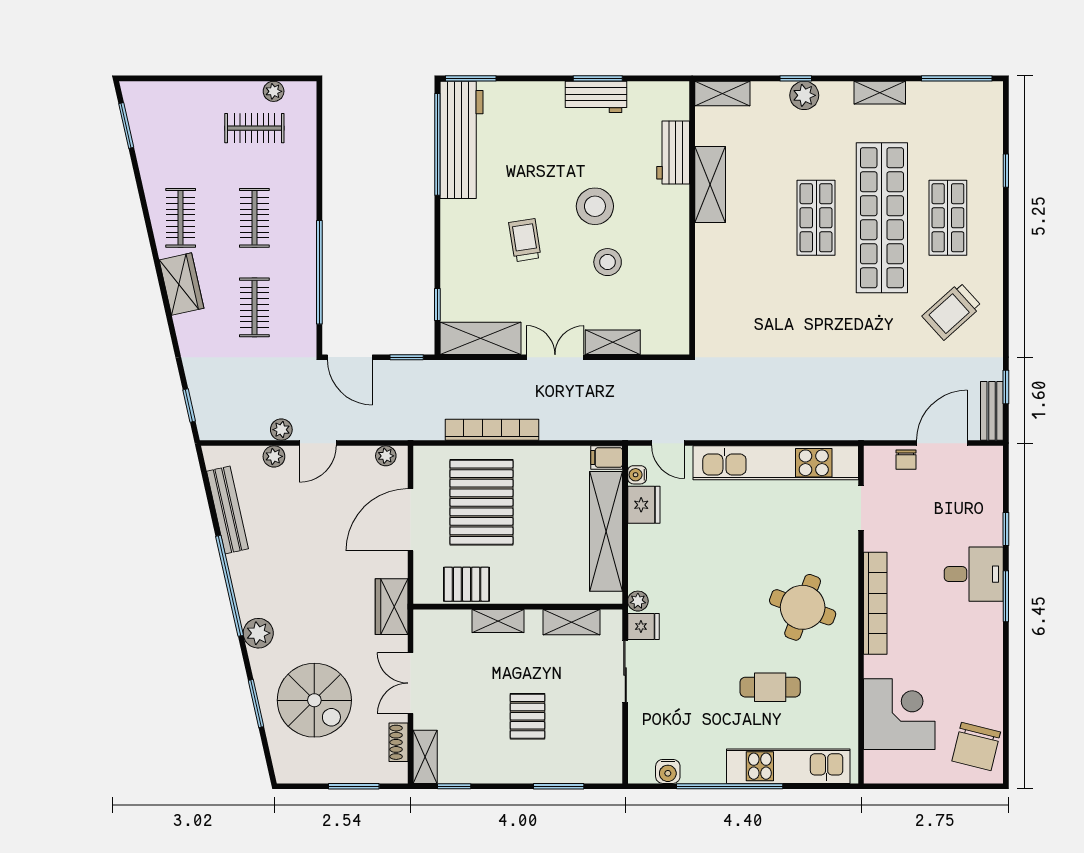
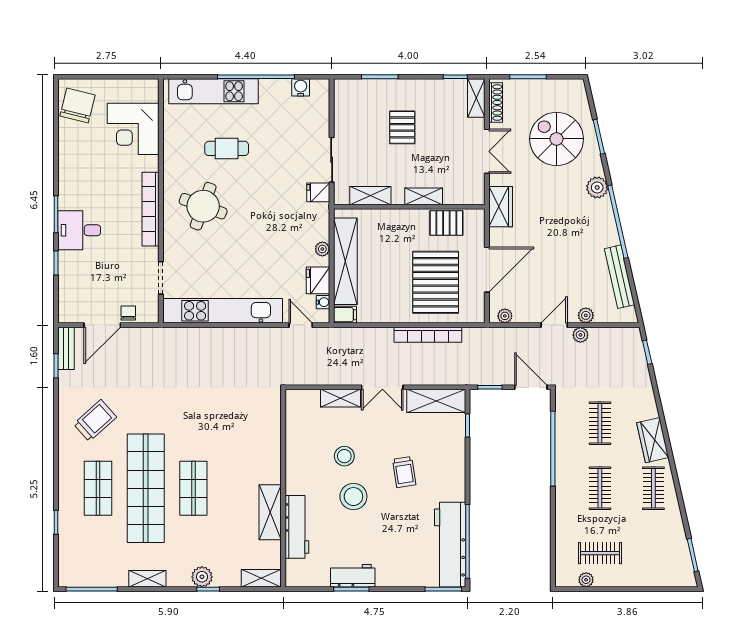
workbench: (673, 152) -> (297, 527), width x1.37
plant: (638, 601) -> (322, 249), moved
shoe rack: (398, 742) -> (496, 102), width x1.43

